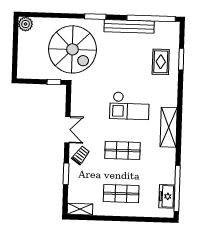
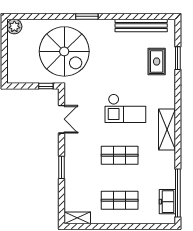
window: (151, 18) -> (145, 16), removed
bench: (129, 26) -> (141, 26), moved
double door: (67, 130) -> (61, 119), moved
trolley: (81, 155) -> (76, 162), removed
window: (66, 174) -> (61, 167), moved

